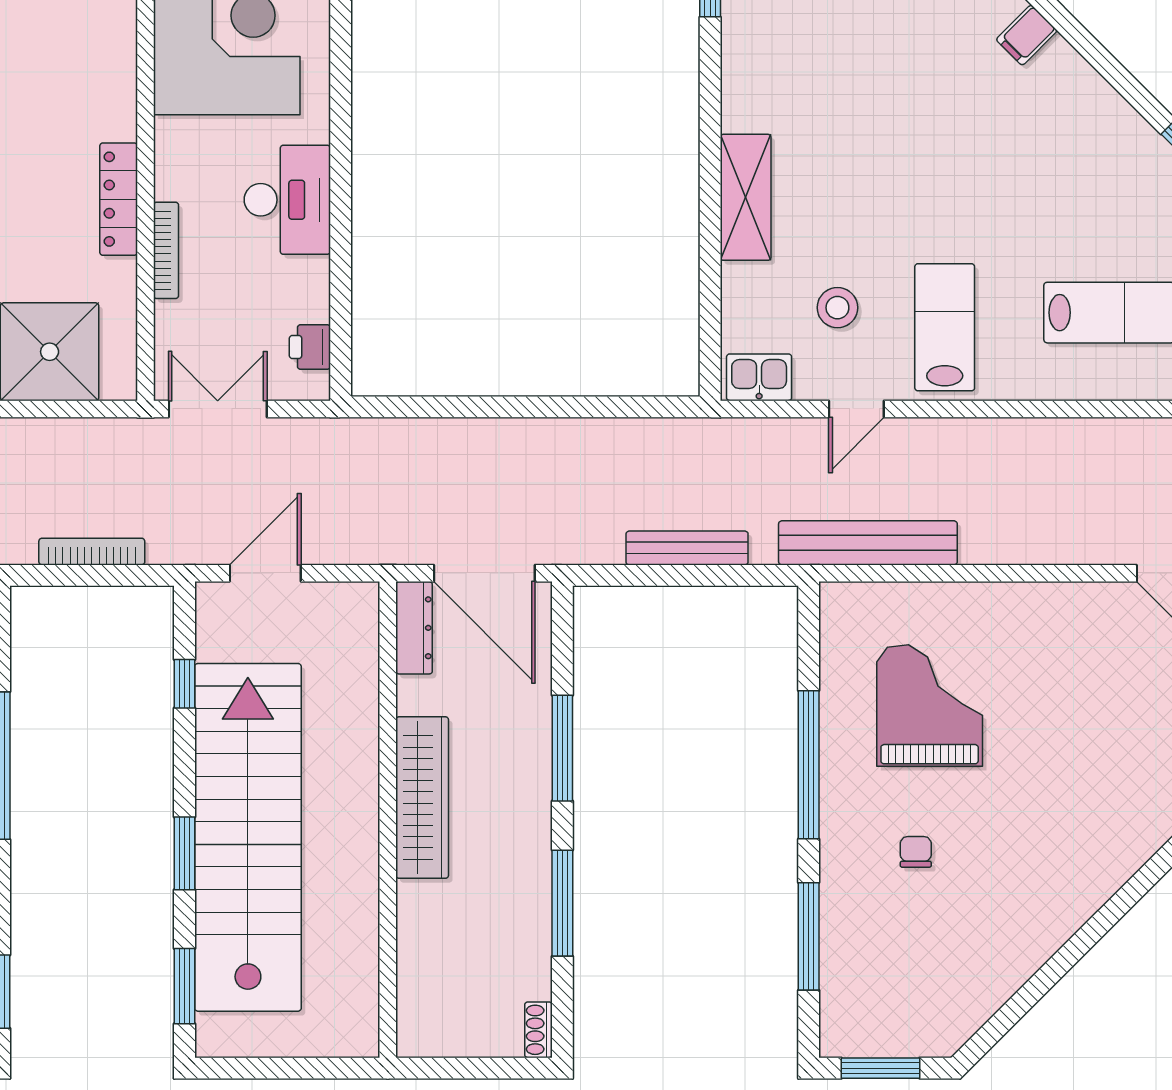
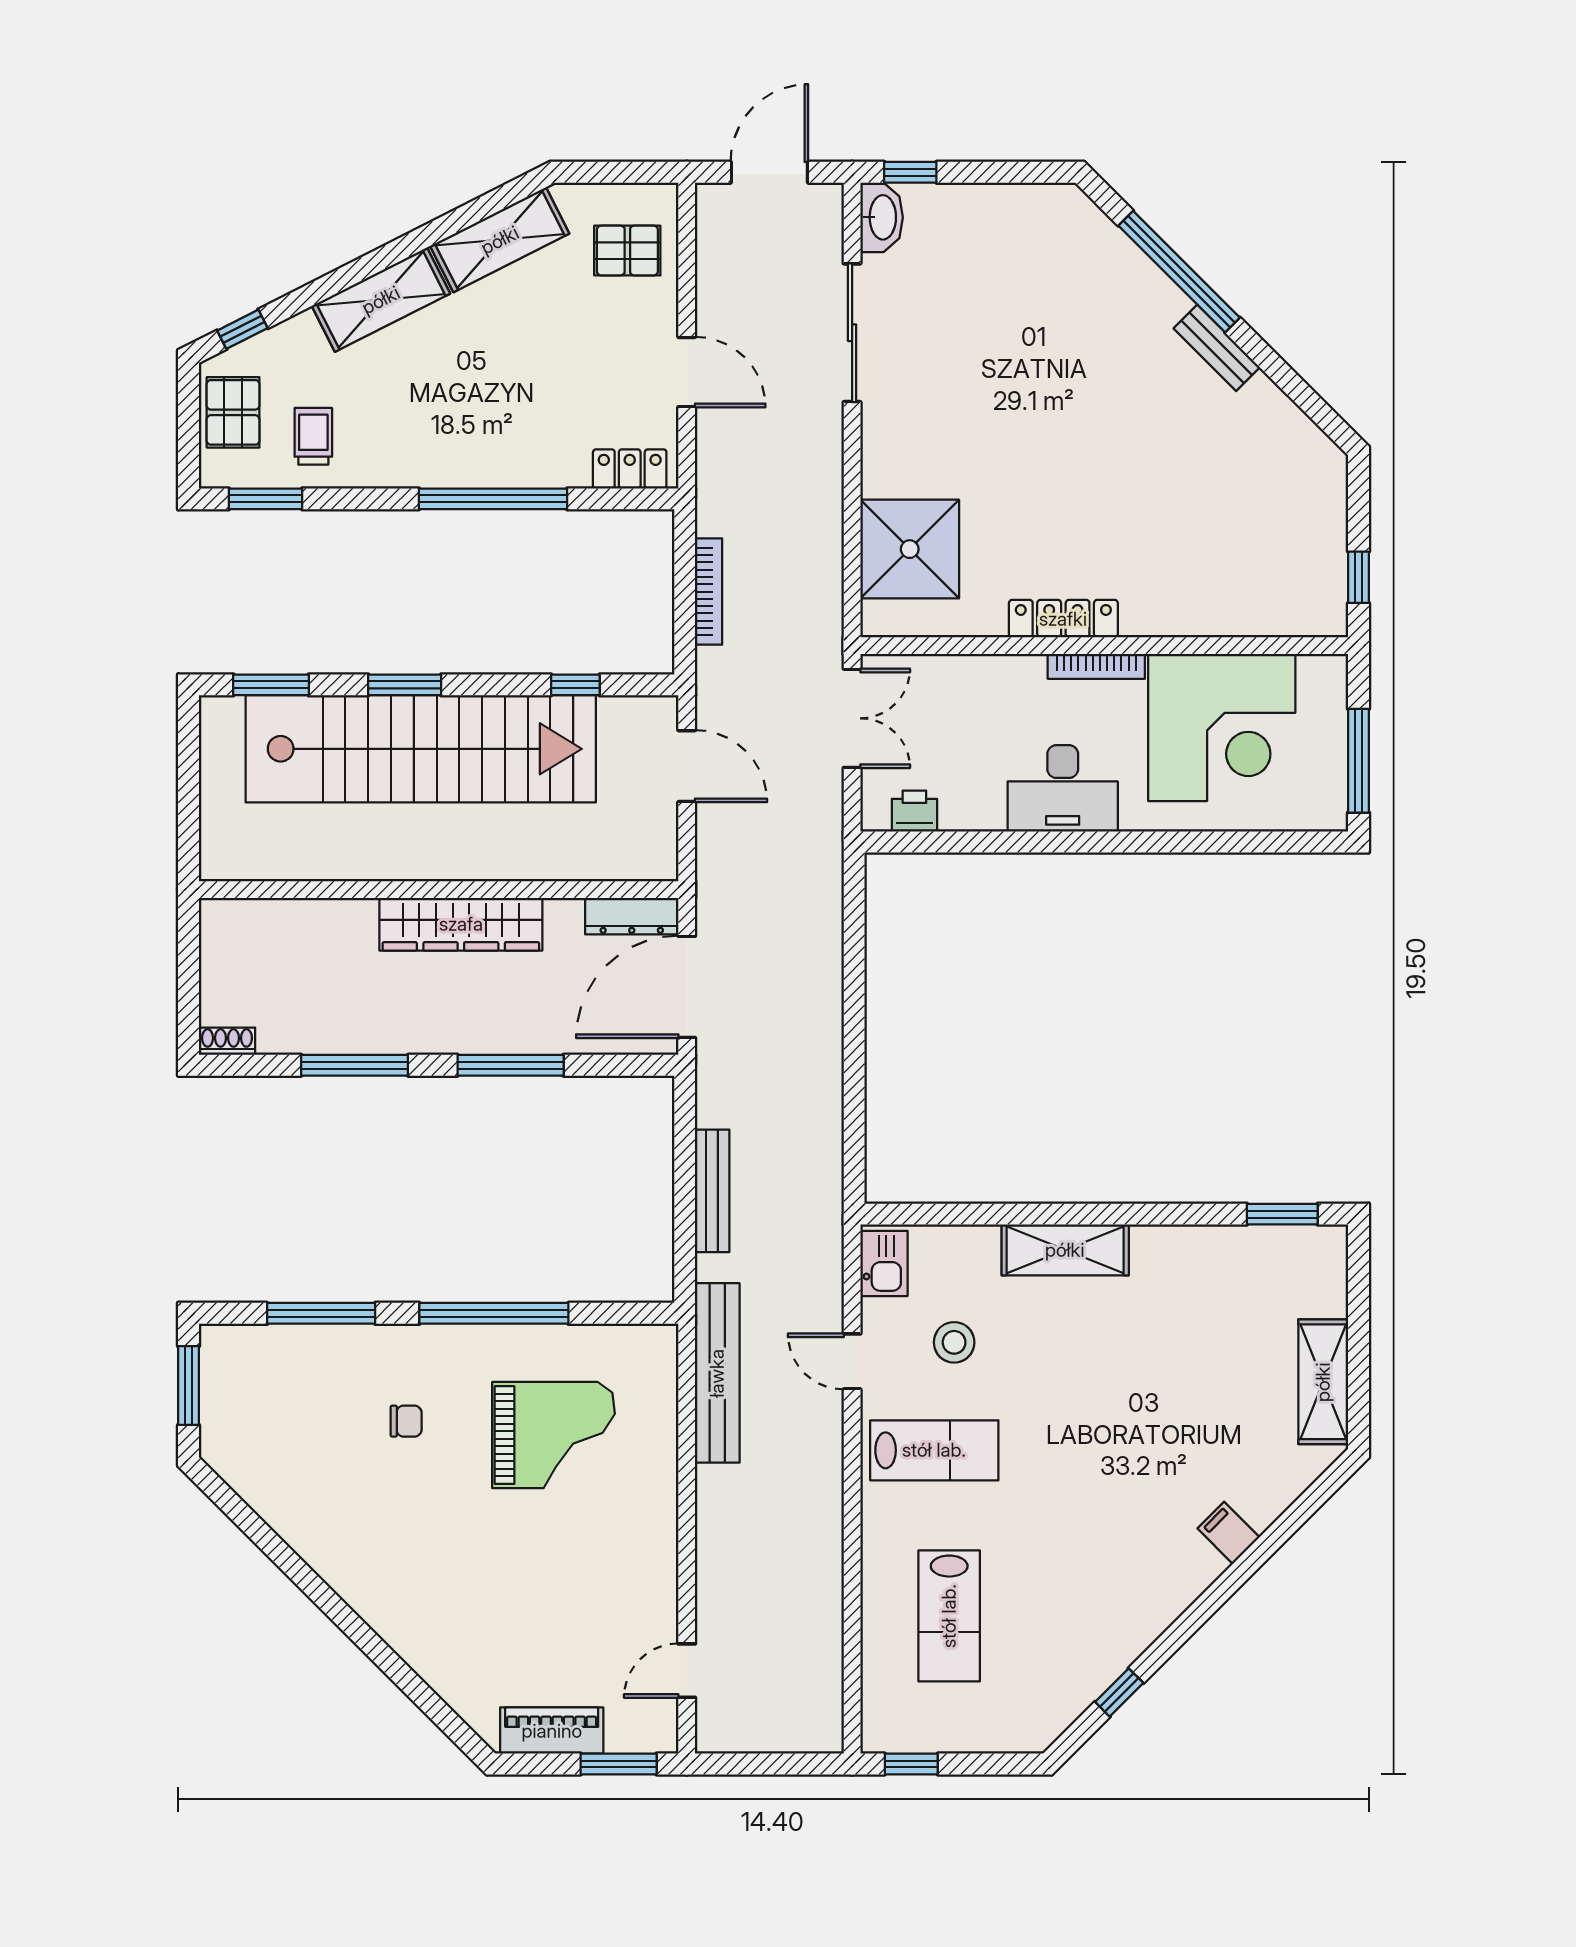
bookcase: (166, 250) -> (1096, 666), moved

